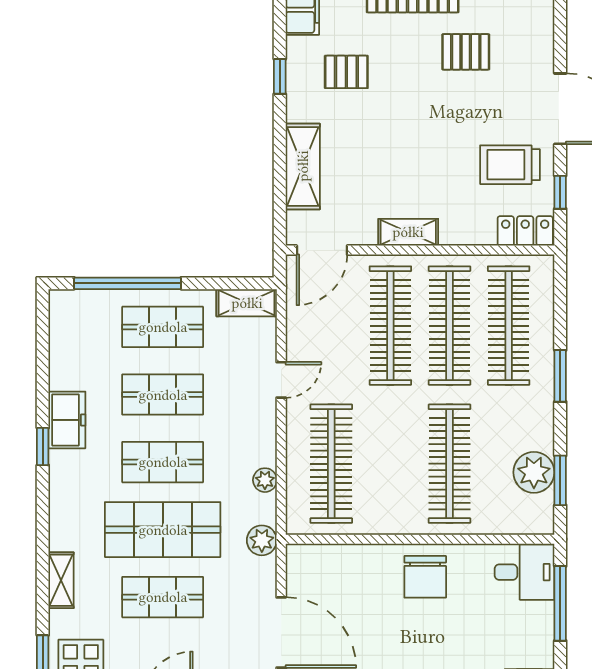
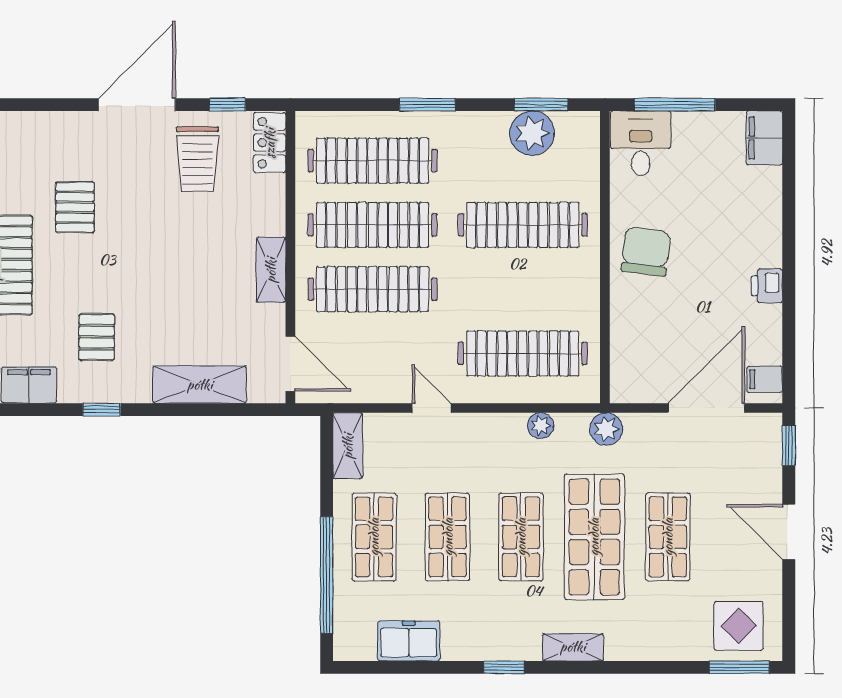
freezer: (67, 420) -> (409, 641), moved
chair: (425, 577) -> (646, 251), turned -83
shelving: (61, 580) -> (573, 647), moved

